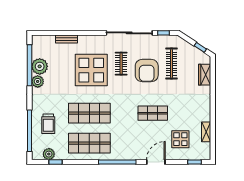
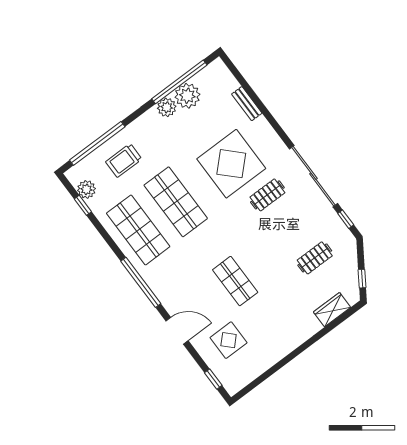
clothes rail: (172, 64) -> (315, 258), width x0.73
armchair: (147, 71) -> (283, 233), removed
shelving: (206, 132) -> (262, 365), removed

